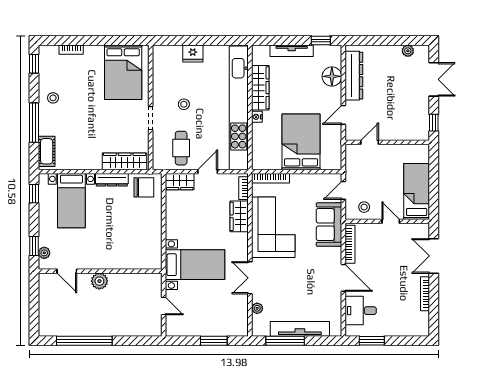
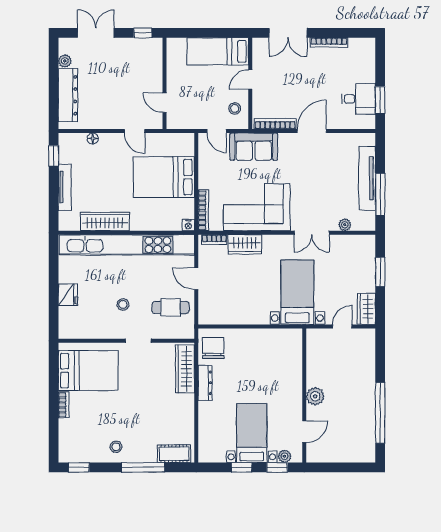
bookcase: (71, 50) -> (64, 405), moved
floor lamp: (332, 76) -> (93, 139), width x0.53, depth x0.53
dresser: (354, 76) -> (68, 95), moved, turned 90
nightstand: (257, 117) -> (188, 225), moved
wardrobe: (180, 182) -> (366, 309), moved, turned 180
window: (34, 194) -> (242, 467), moved
bed with nightstands: (71, 201) -> (252, 433), moved, turned -90
desk: (361, 311) -> (359, 99), moved, turned -90

